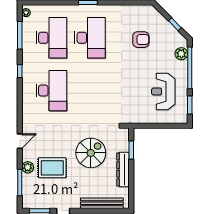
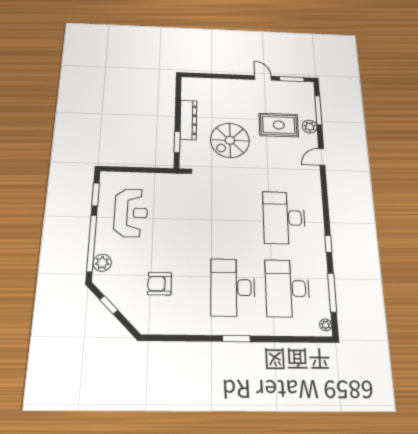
bench: (102, 203) -> (215, 84), removed

